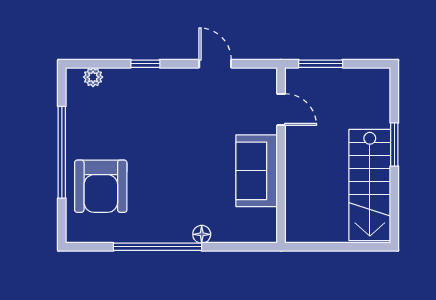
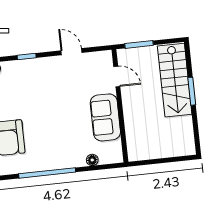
stairs: (370, 185) -> (175, 80), moved
floor lamp: (202, 234) -> (92, 160), moved

